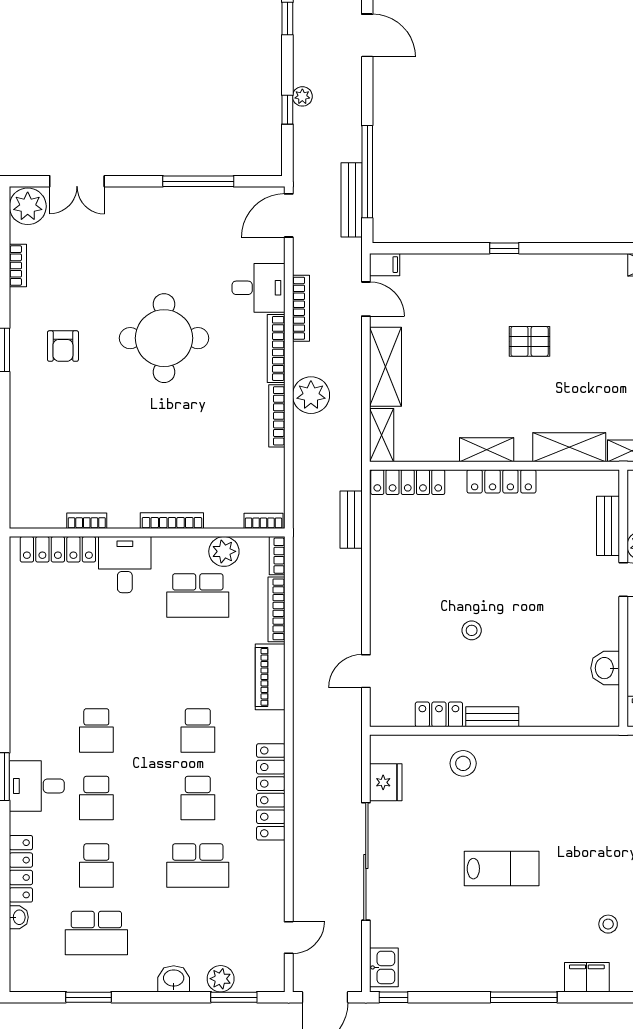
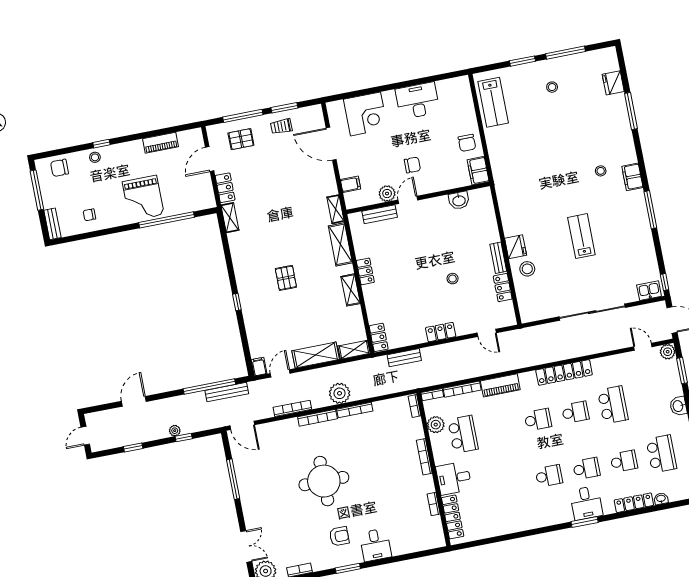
desk: (258, 288) -> (375, 545), moved, turned 180
locker: (501, 481) -> (365, 271), width x0.66
locker: (408, 482) -> (379, 337), width x0.66
locker: (383, 591) -> (441, 332), added
fridge: (386, 782) -> (516, 247), moved, turned 90
plant: (221, 979) -> (668, 352), moved

